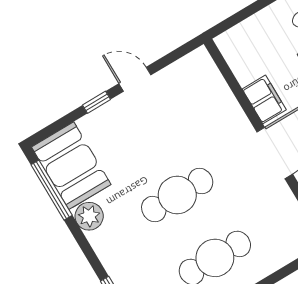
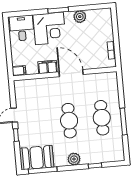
filing cabinet: (229, 46) -> (19, 71), added
plant: (89, 216) -> (74, 159), moved

